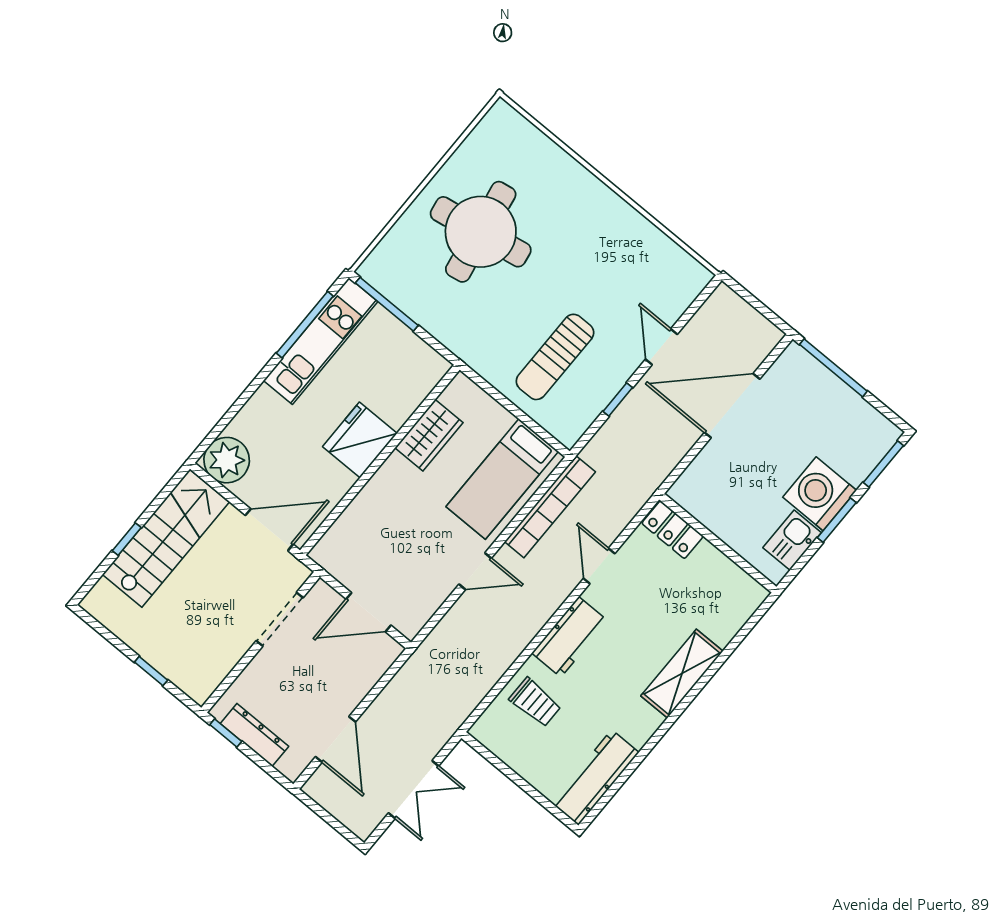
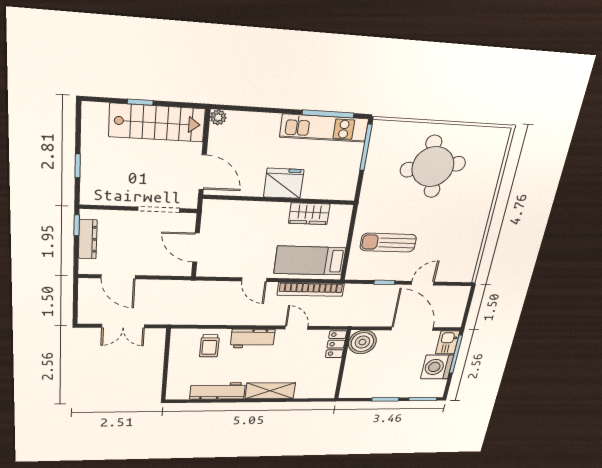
plant: (227, 460) -> (218, 117), width x0.53, depth x0.53
boiler: (699, 490) -> (362, 342), added
washing machine: (820, 494) -> (437, 367), moved, turned -90
kitchen sink: (792, 540) -> (448, 342), moved, turned -90
door: (599, 566) -> (297, 328), hinge flipped
door: (336, 739) -> (118, 277), hinge flipped
workbench: (595, 778) -> (218, 391), moved

